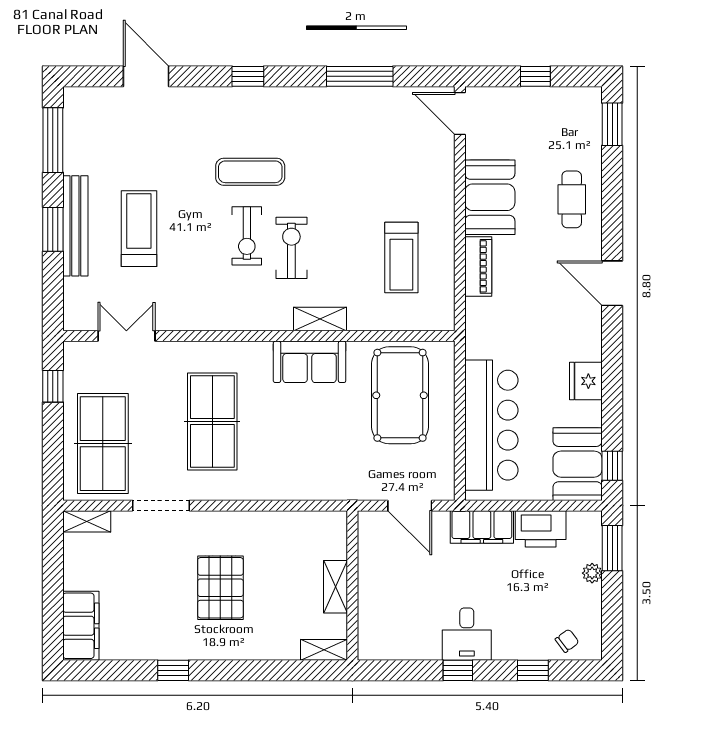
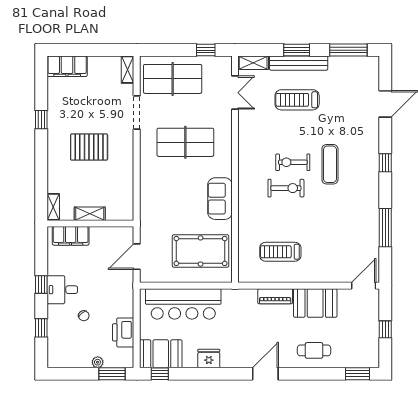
treadmill: (139, 229) -> (297, 100), turned 180
shelving: (320, 319) -> (253, 63), moved, turned 90
filing cabinet: (482, 527) -> (71, 236), moved, turned -90
chair: (567, 641) -> (84, 316), moved

